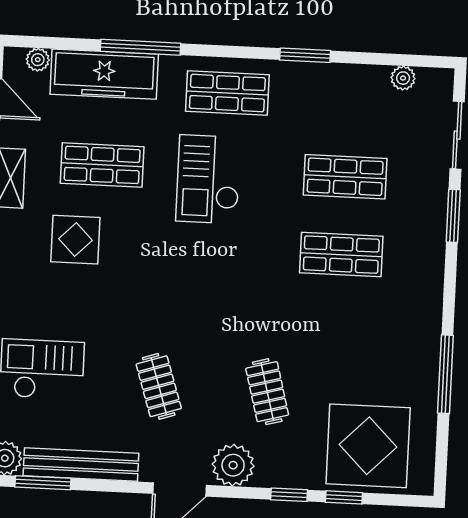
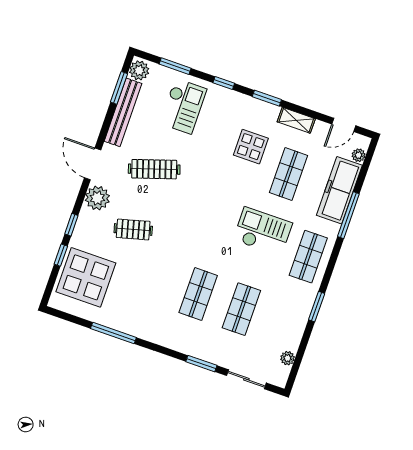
clothes rail: (159, 386) -> (154, 169), width x1.36

